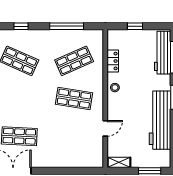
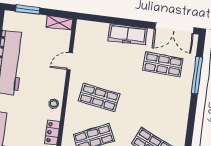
freezer: (55, 160) -> (128, 34), added

